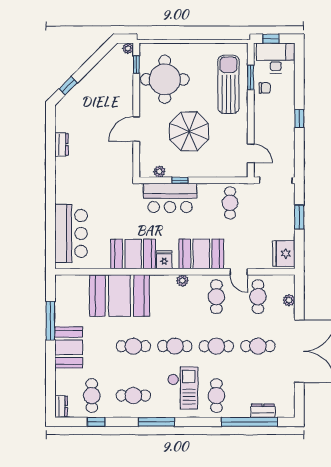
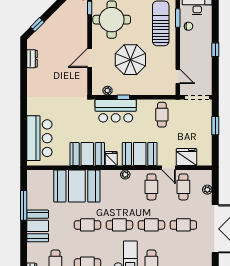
dresser: (61, 144) -> (32, 59), moved
fridge: (284, 254) -> (187, 157), moved, turned 90

